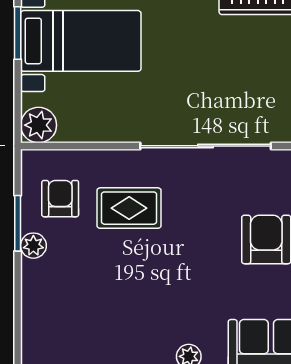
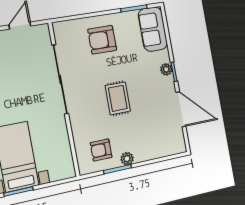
plant: (39, 125) -> (65, 169), removed
rug: (129, 208) -> (118, 98), moved

